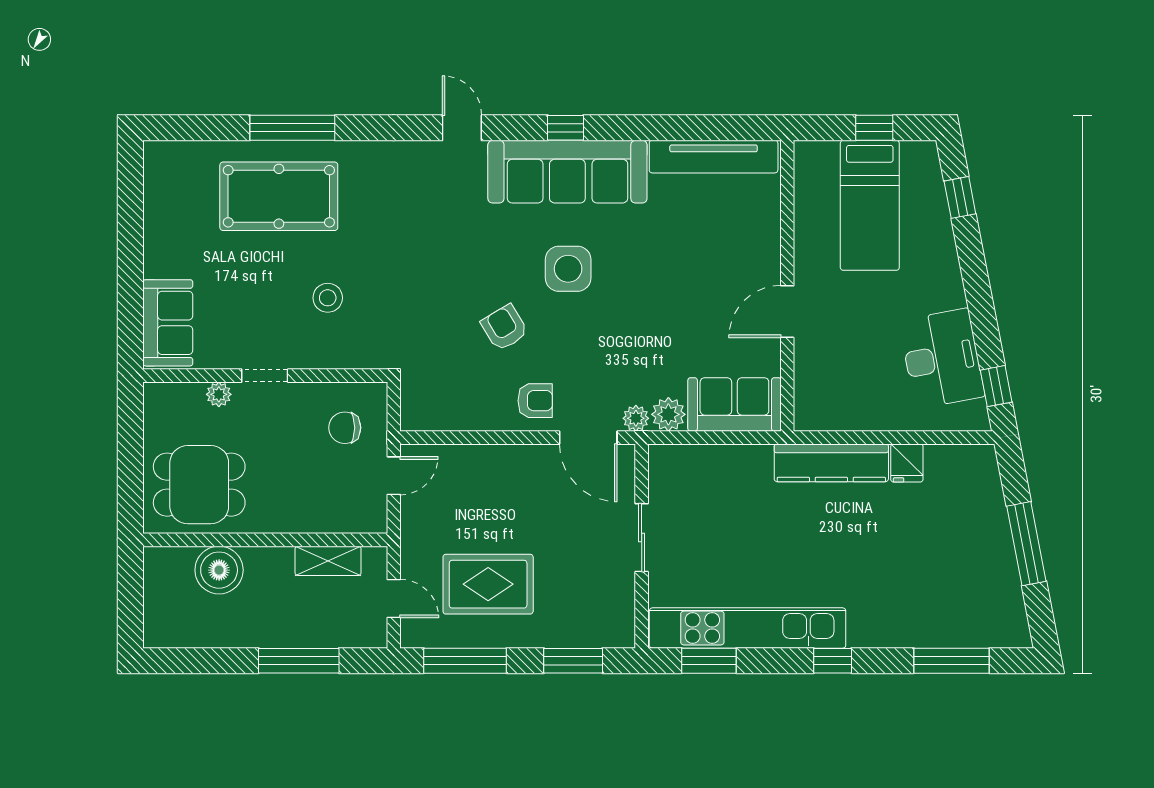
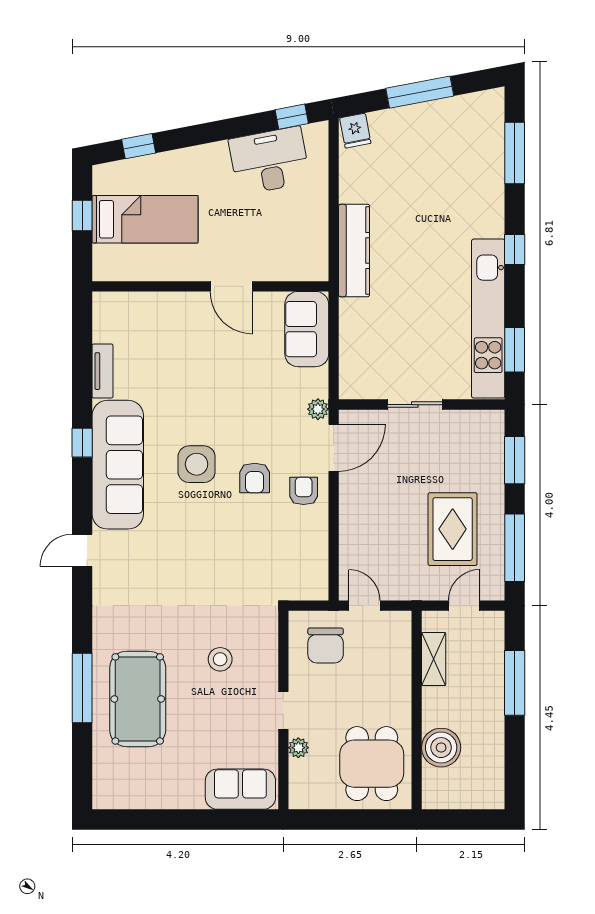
window: (566, 128) -> (82, 443), moved
tv unit: (714, 157) -> (103, 371), width x0.52, depth x0.78
armchair: (504, 328) -> (255, 478), moved, turned -59
plant: (668, 414) -> (315, 383), removed
chair: (345, 428) -> (326, 645), width x1.37, depth x1.37
fridge: (907, 463) -> (355, 131), moved, turned 79

